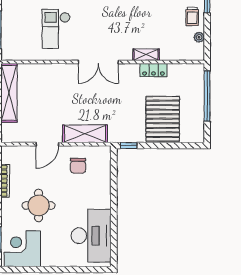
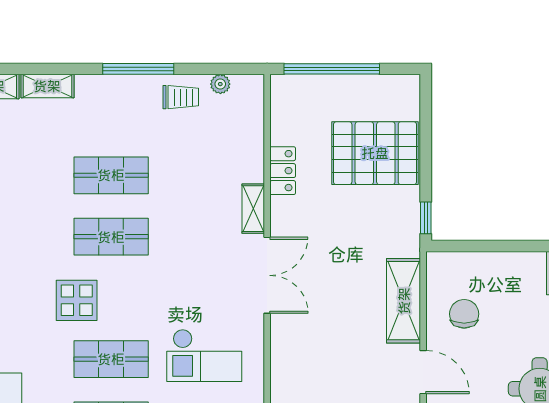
shelving: (146, 55) -> (253, 209), moved
chair: (78, 166) -> (464, 314), turned -90

